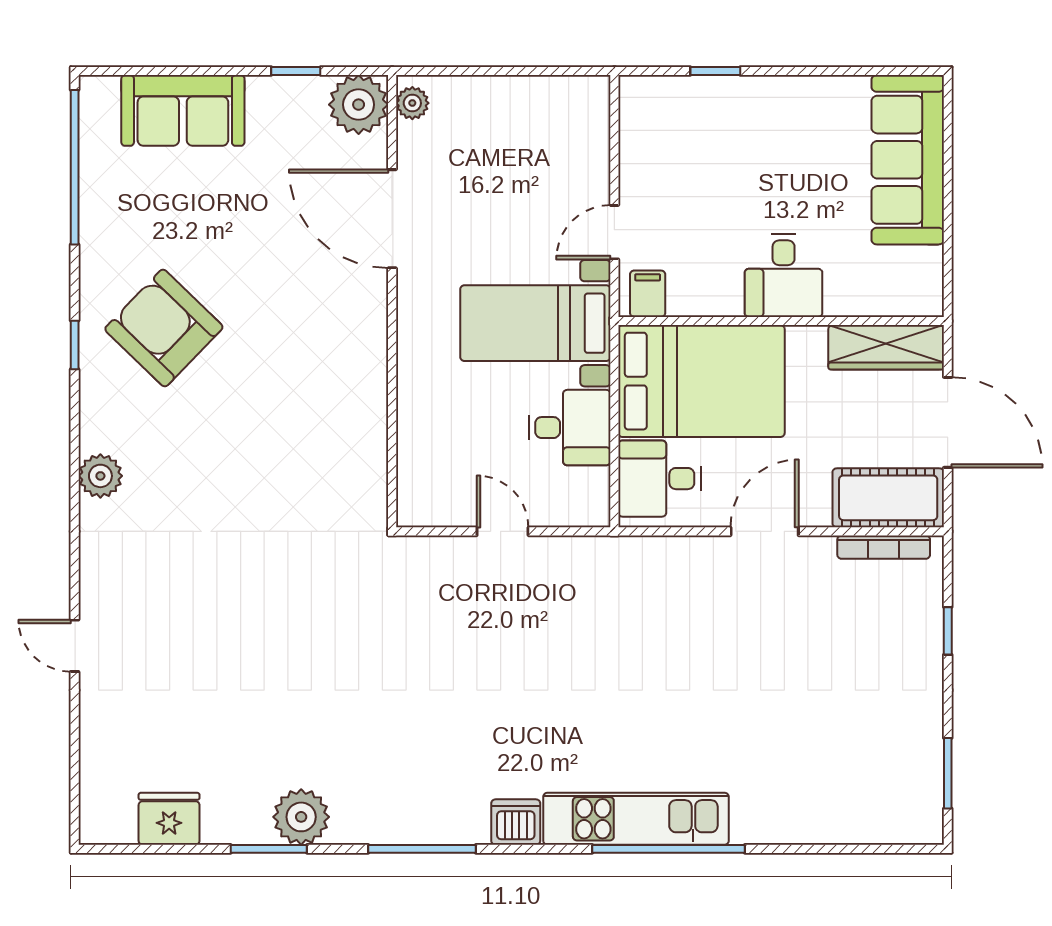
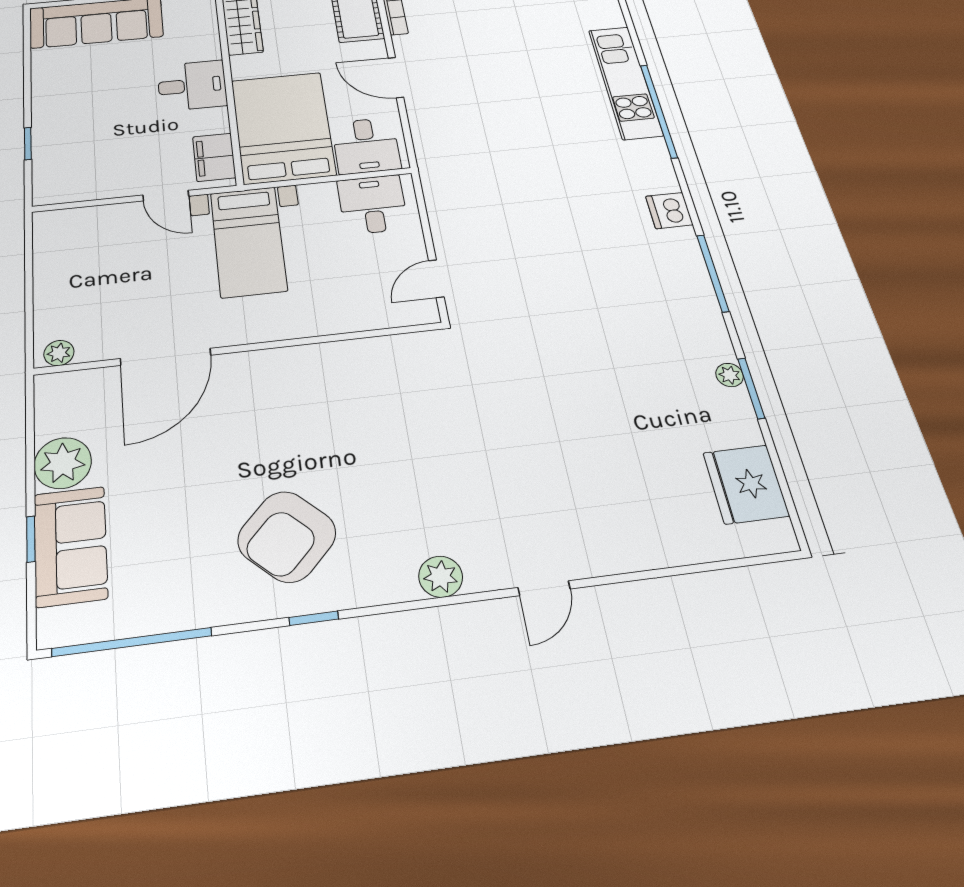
window: (296, 71) -> (31, 539), moved
plant: (359, 105) -> (63, 463), moved
filing cabinet: (648, 294) -> (214, 157), width x2.00
desk: (570, 428) -> (373, 205), moved
door: (503, 531) -> (436, 279), moved
door: (75, 646) -> (544, 588), moved
plant: (301, 817) -> (730, 375), width x0.53, depth x0.53
fridge: (169, 819) -> (746, 484), width x1.36, depth x1.34
kitchen unit: (636, 819) -> (625, 82), moved

